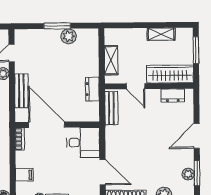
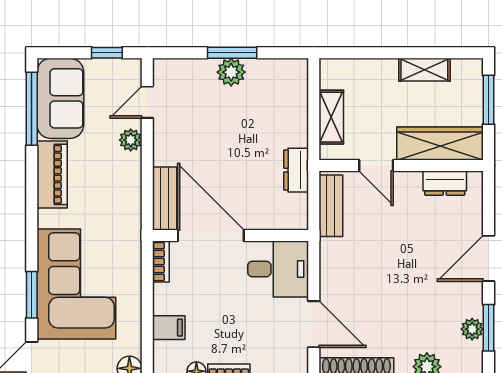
plant: (69, 36) -> (231, 72), moved
bench: (21, 91) -> (165, 198), moved

